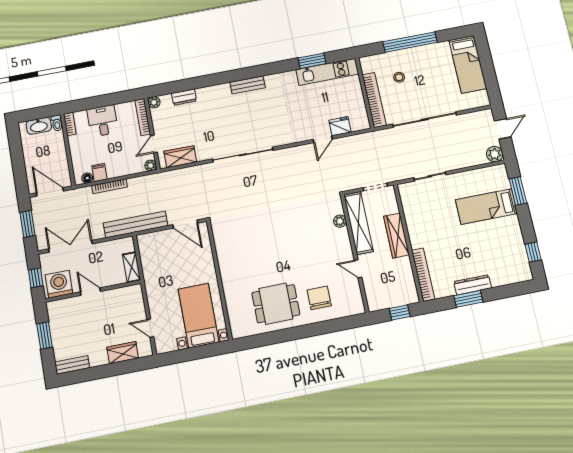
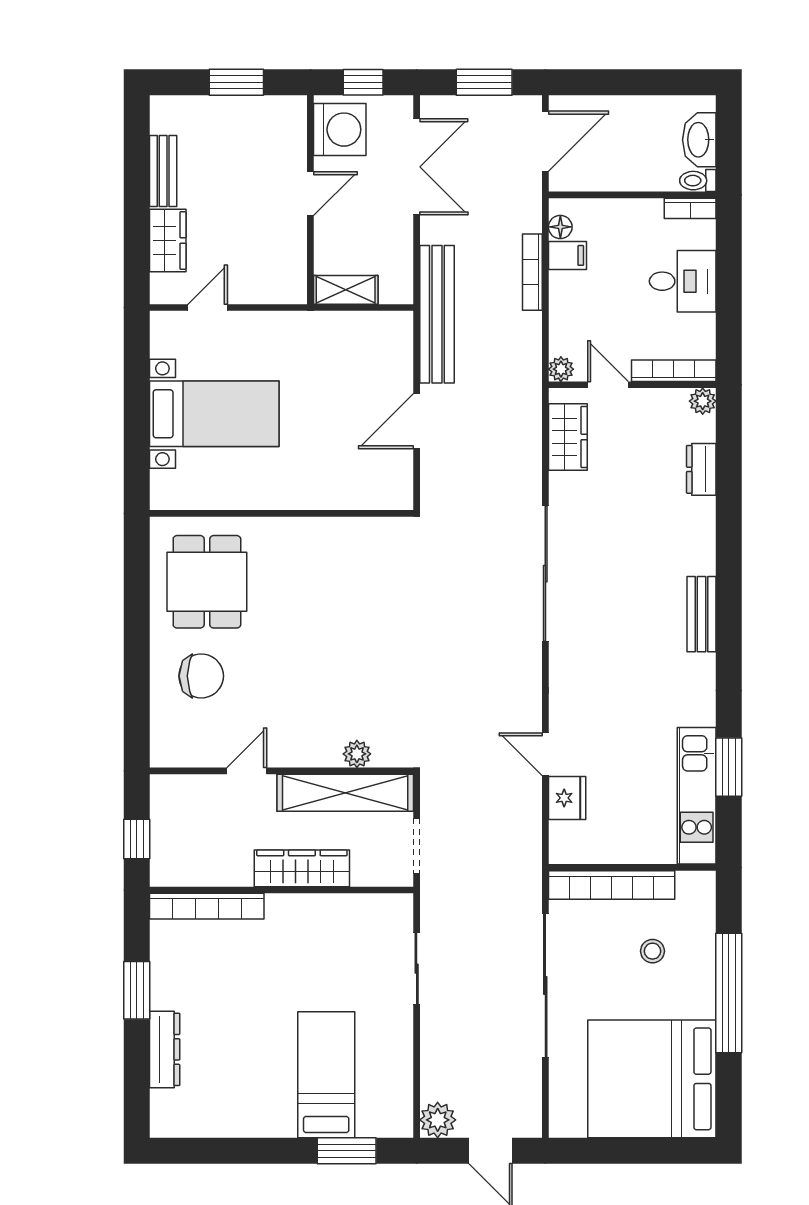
bed: (468, 64) -> (652, 1079), width x2.04
window: (533, 252) -> (208, 1151), removed
wall: (219, 280) -> (281, 513), moved
dresser: (473, 285) -> (165, 1049), moved
bench: (72, 365) -> (163, 171), moved

